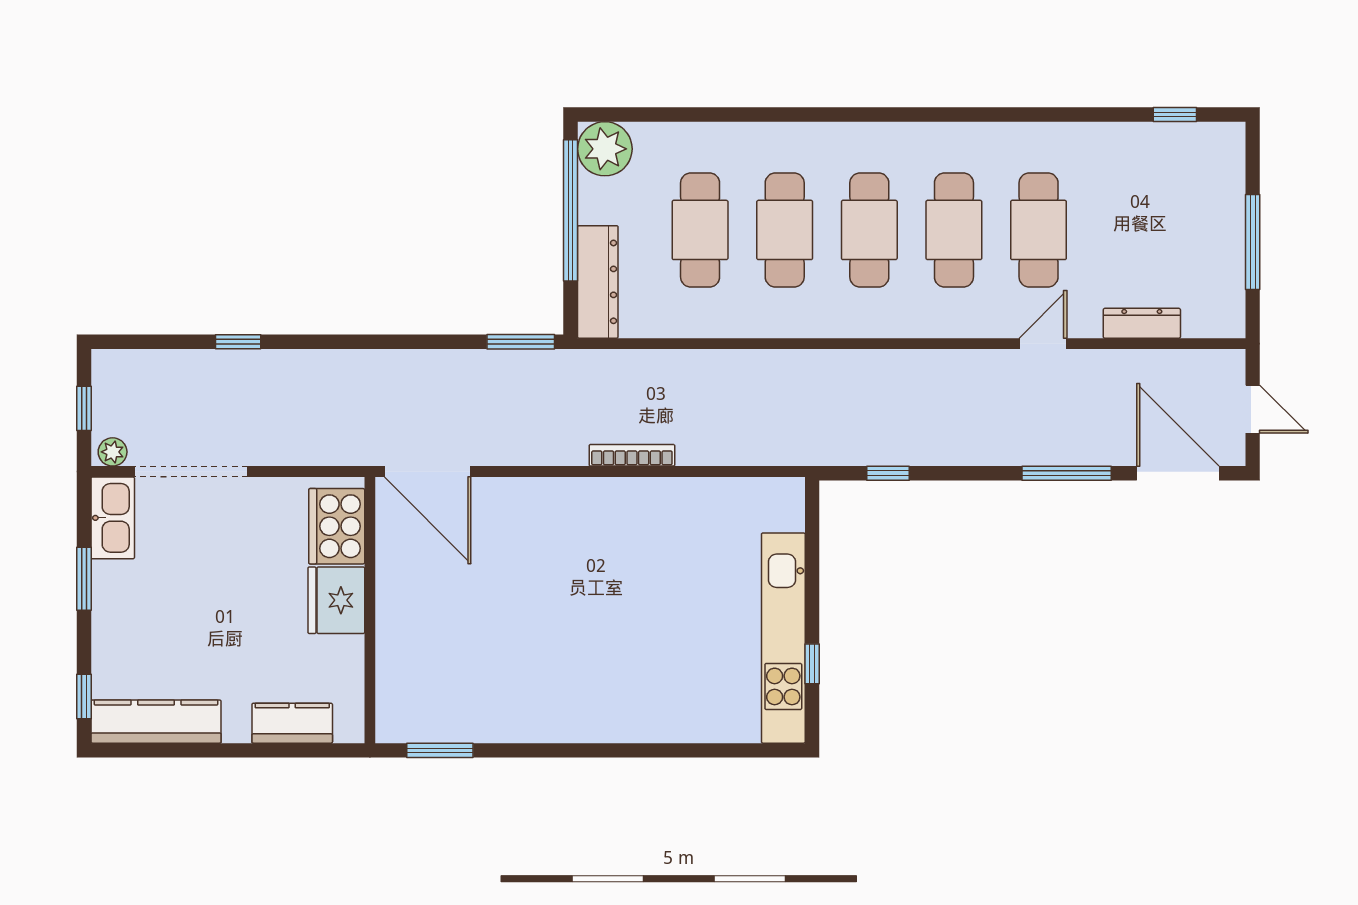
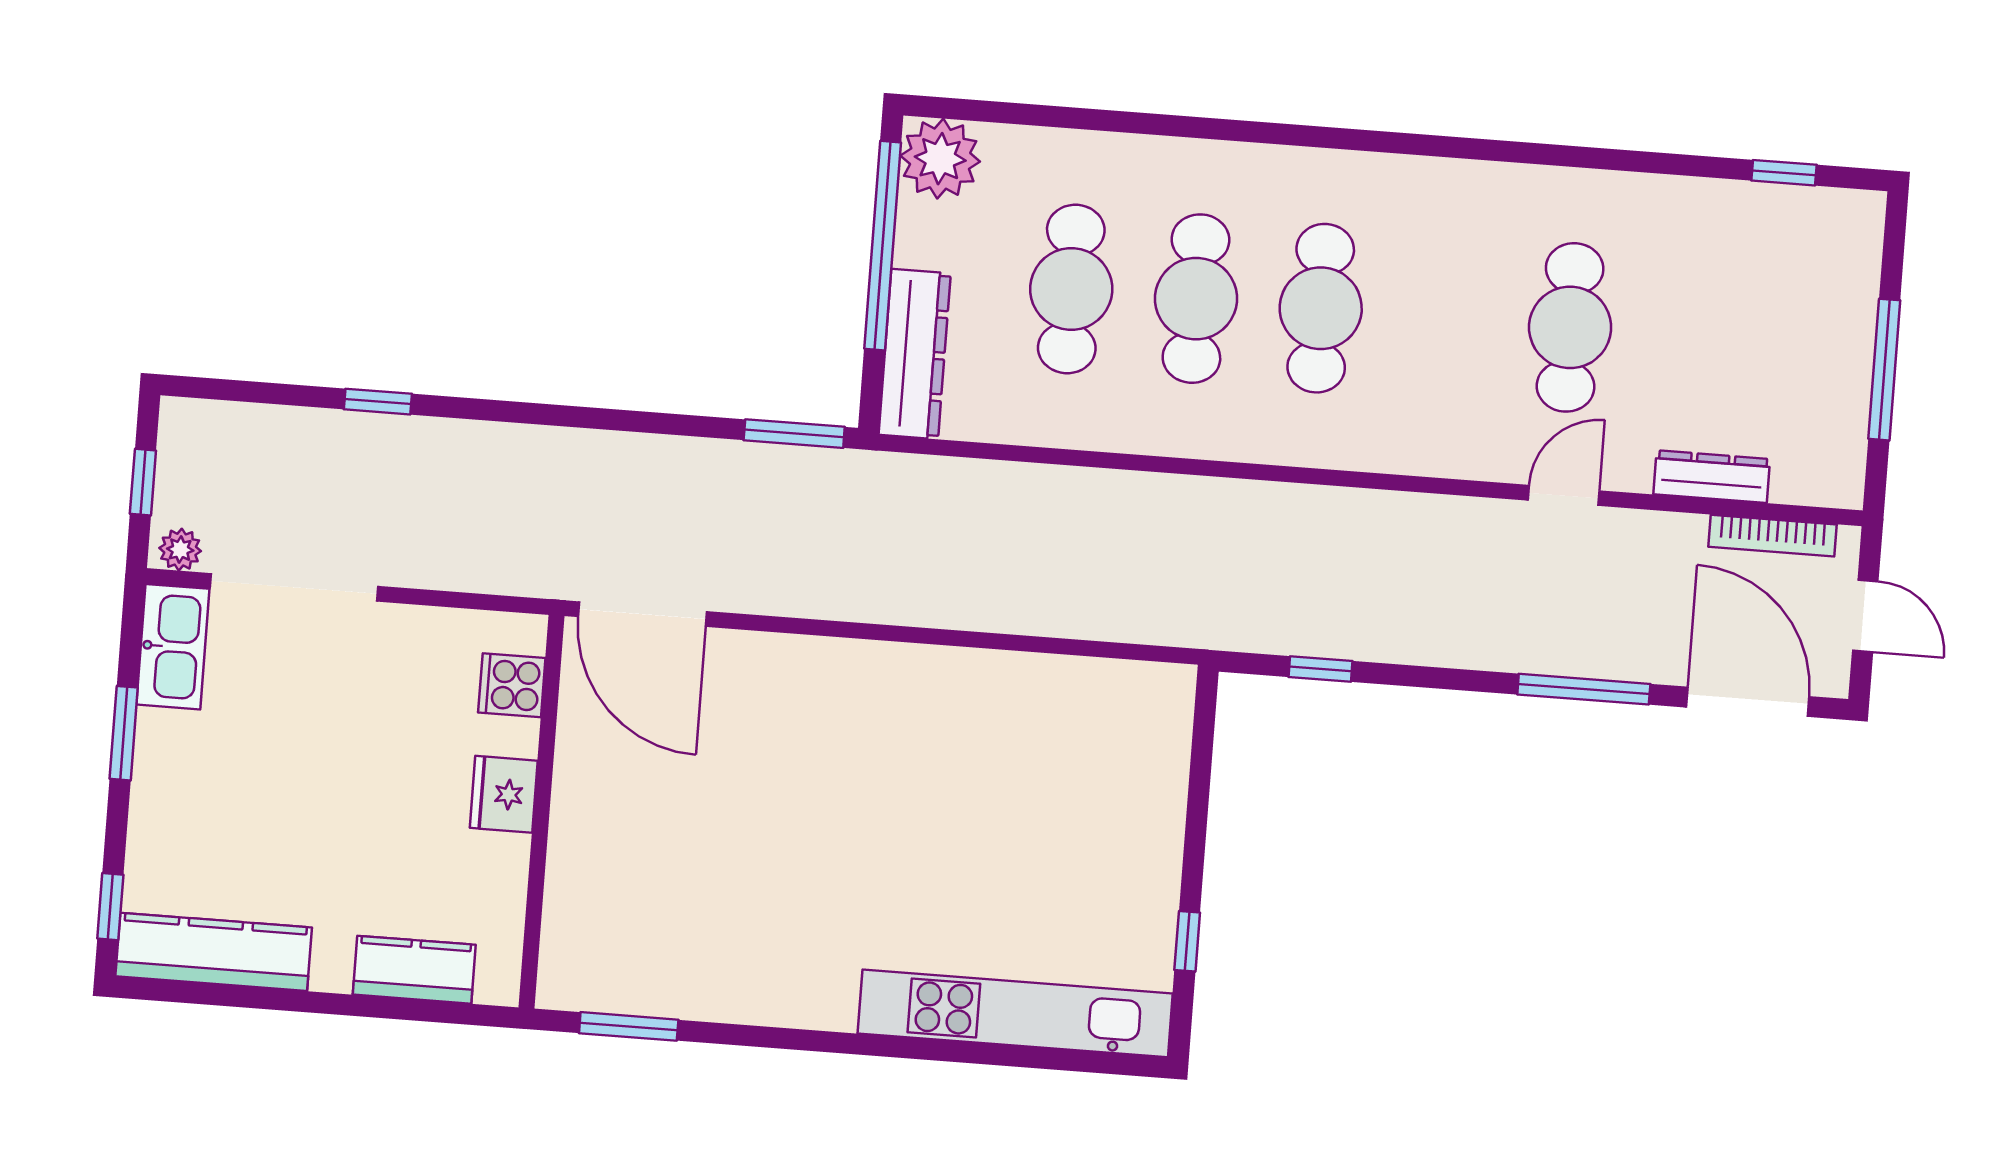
cafe table: (954, 230) -> (1445, 318), removed
bookcase: (632, 455) -> (1772, 536), moved, turned 180
cooker: (337, 526) -> (512, 685), width x0.53, depth x0.76
fridge: (336, 600) -> (504, 794), width x0.73, depth x0.75
kitchen unit: (783, 638) -> (1015, 1013), moved, turned 90

